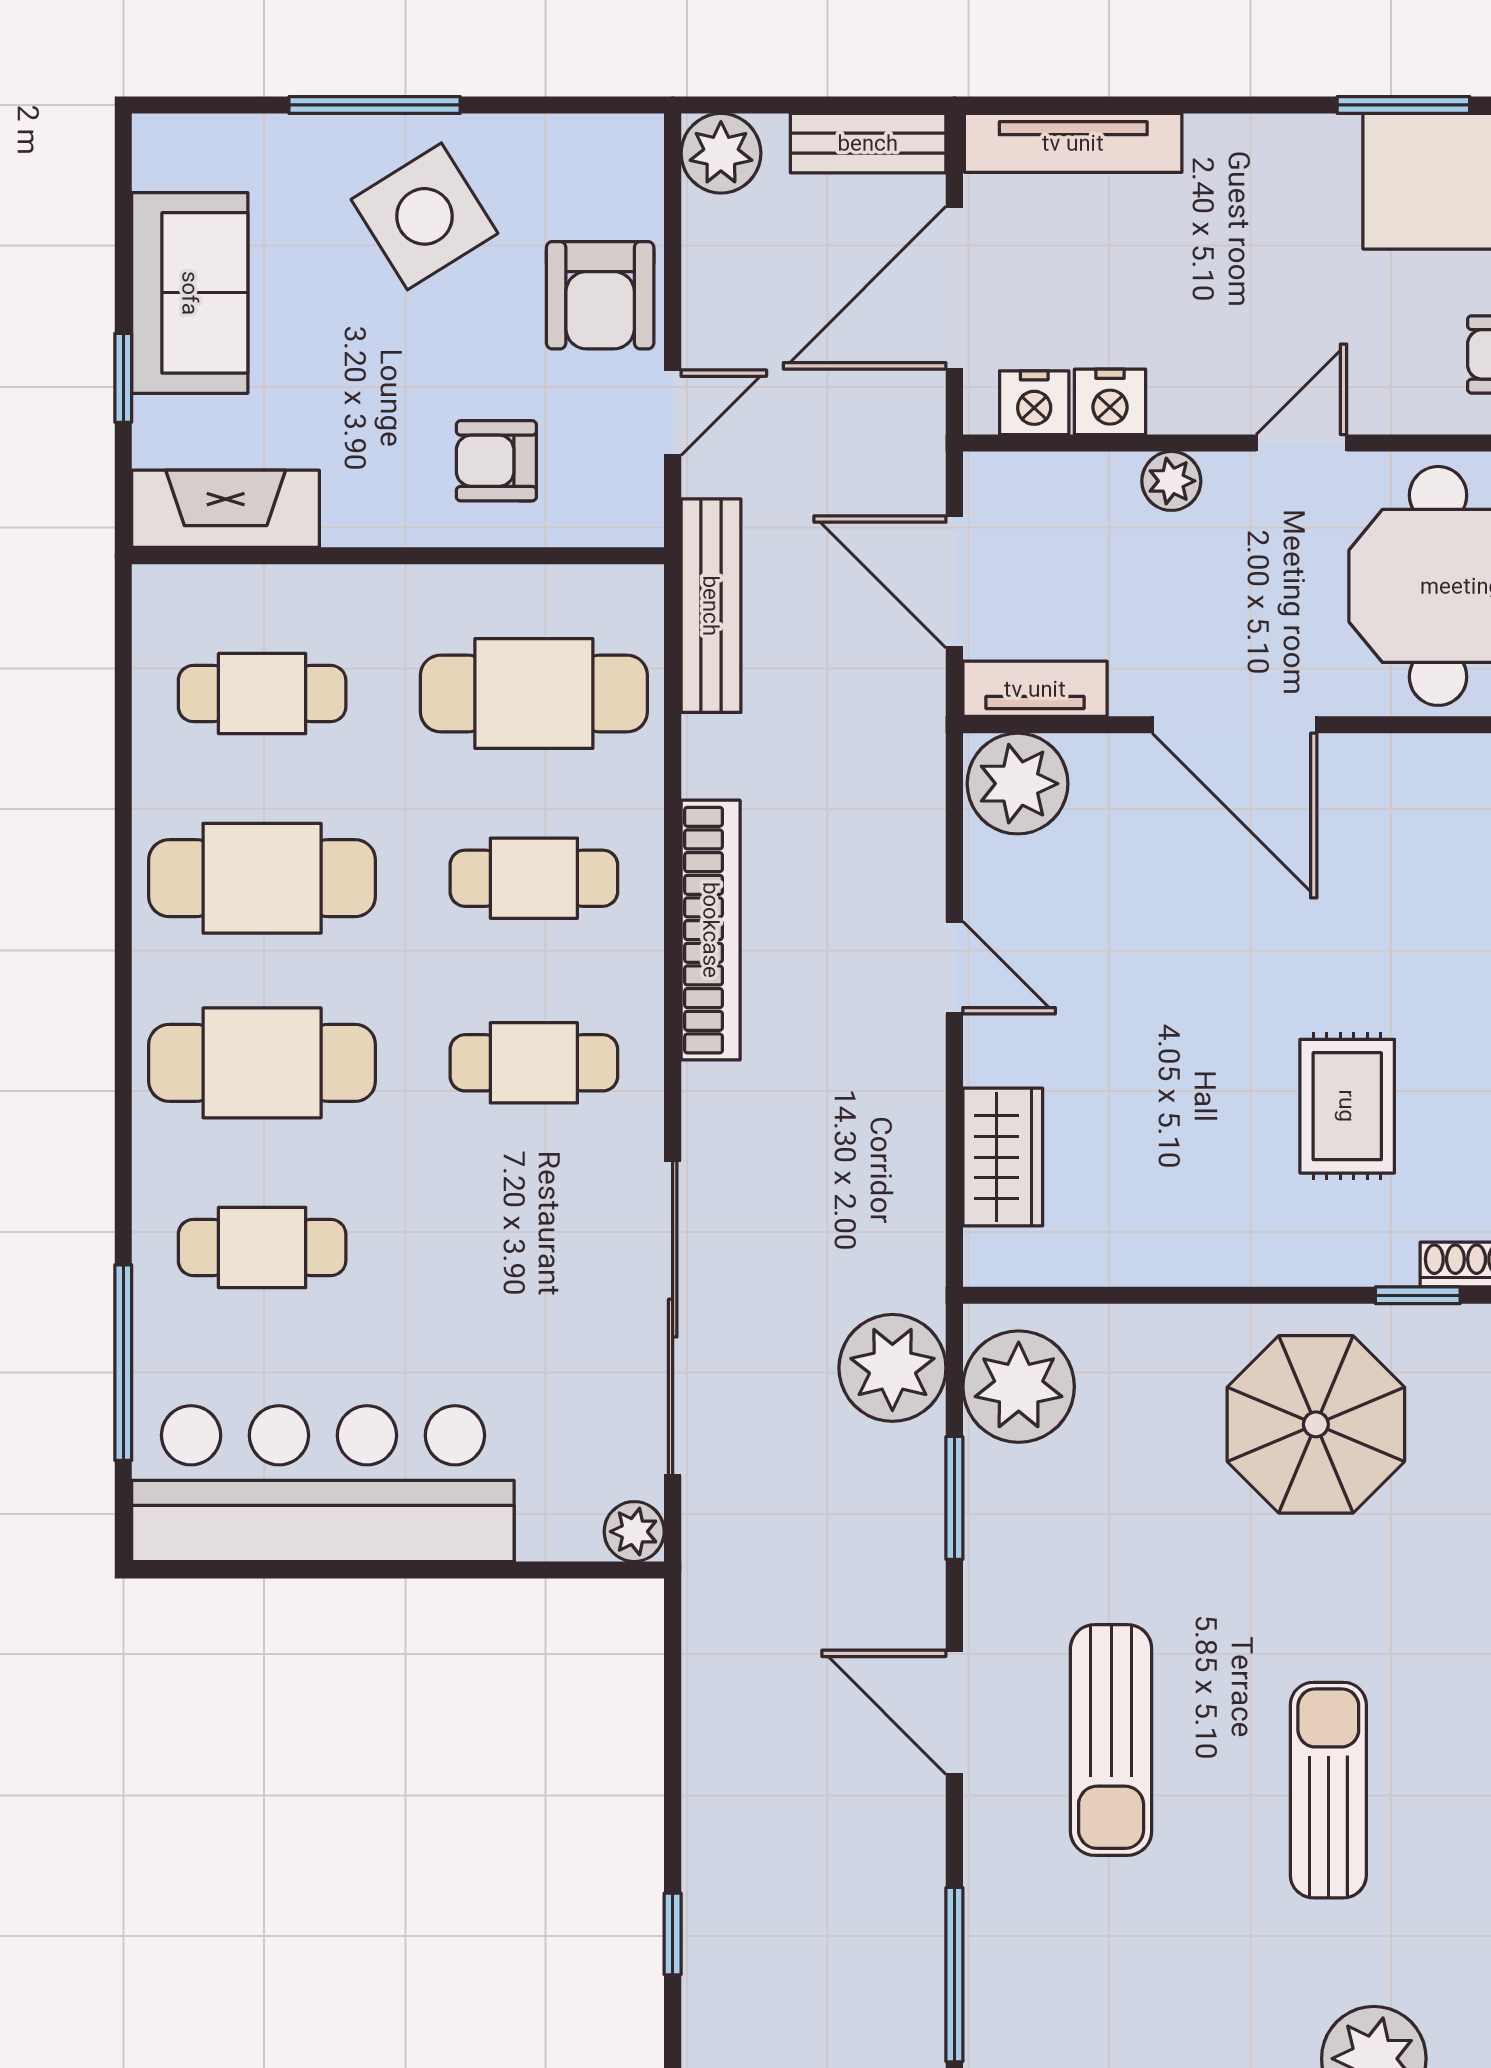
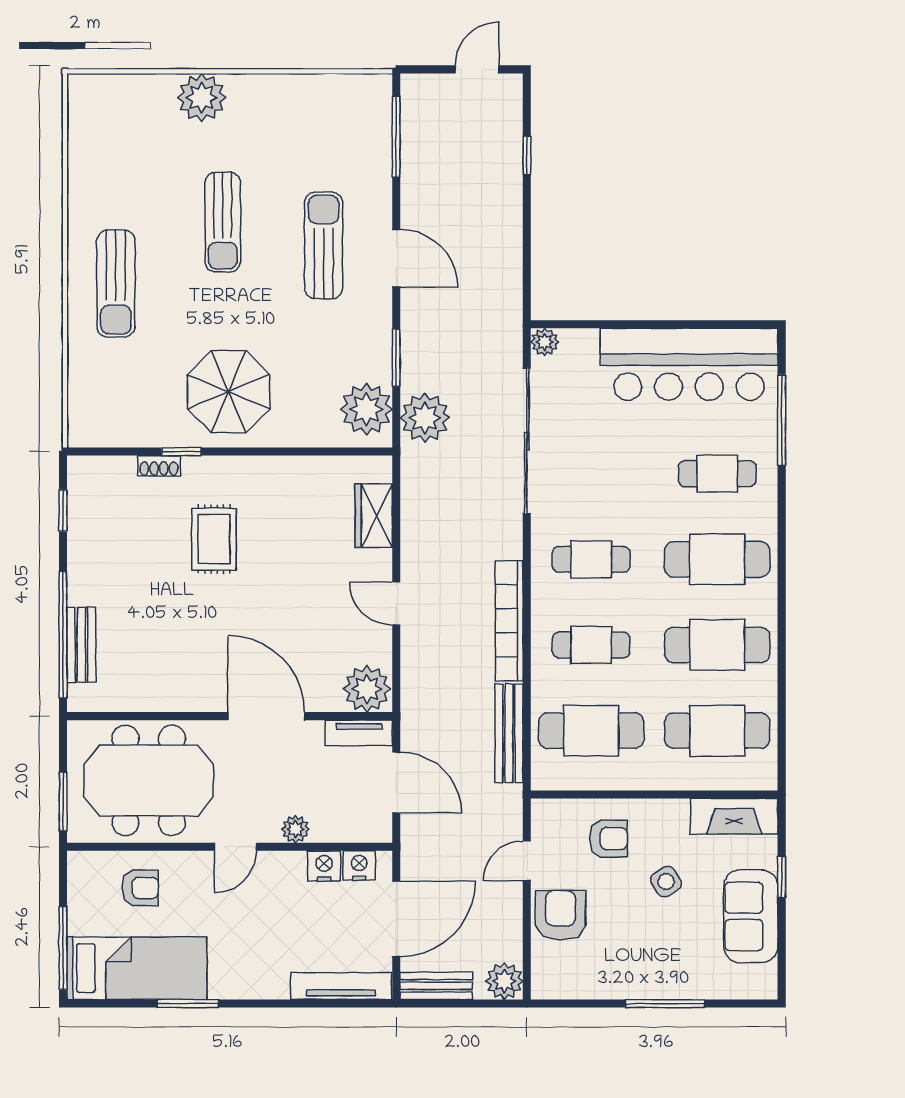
side table: (424, 216) -> (666, 882), moved, width x0.54, depth x0.54
bench: (711, 606) -> (509, 733), moved
cafe table: (262, 694) -> (717, 731), width x1.37, depth x1.35

